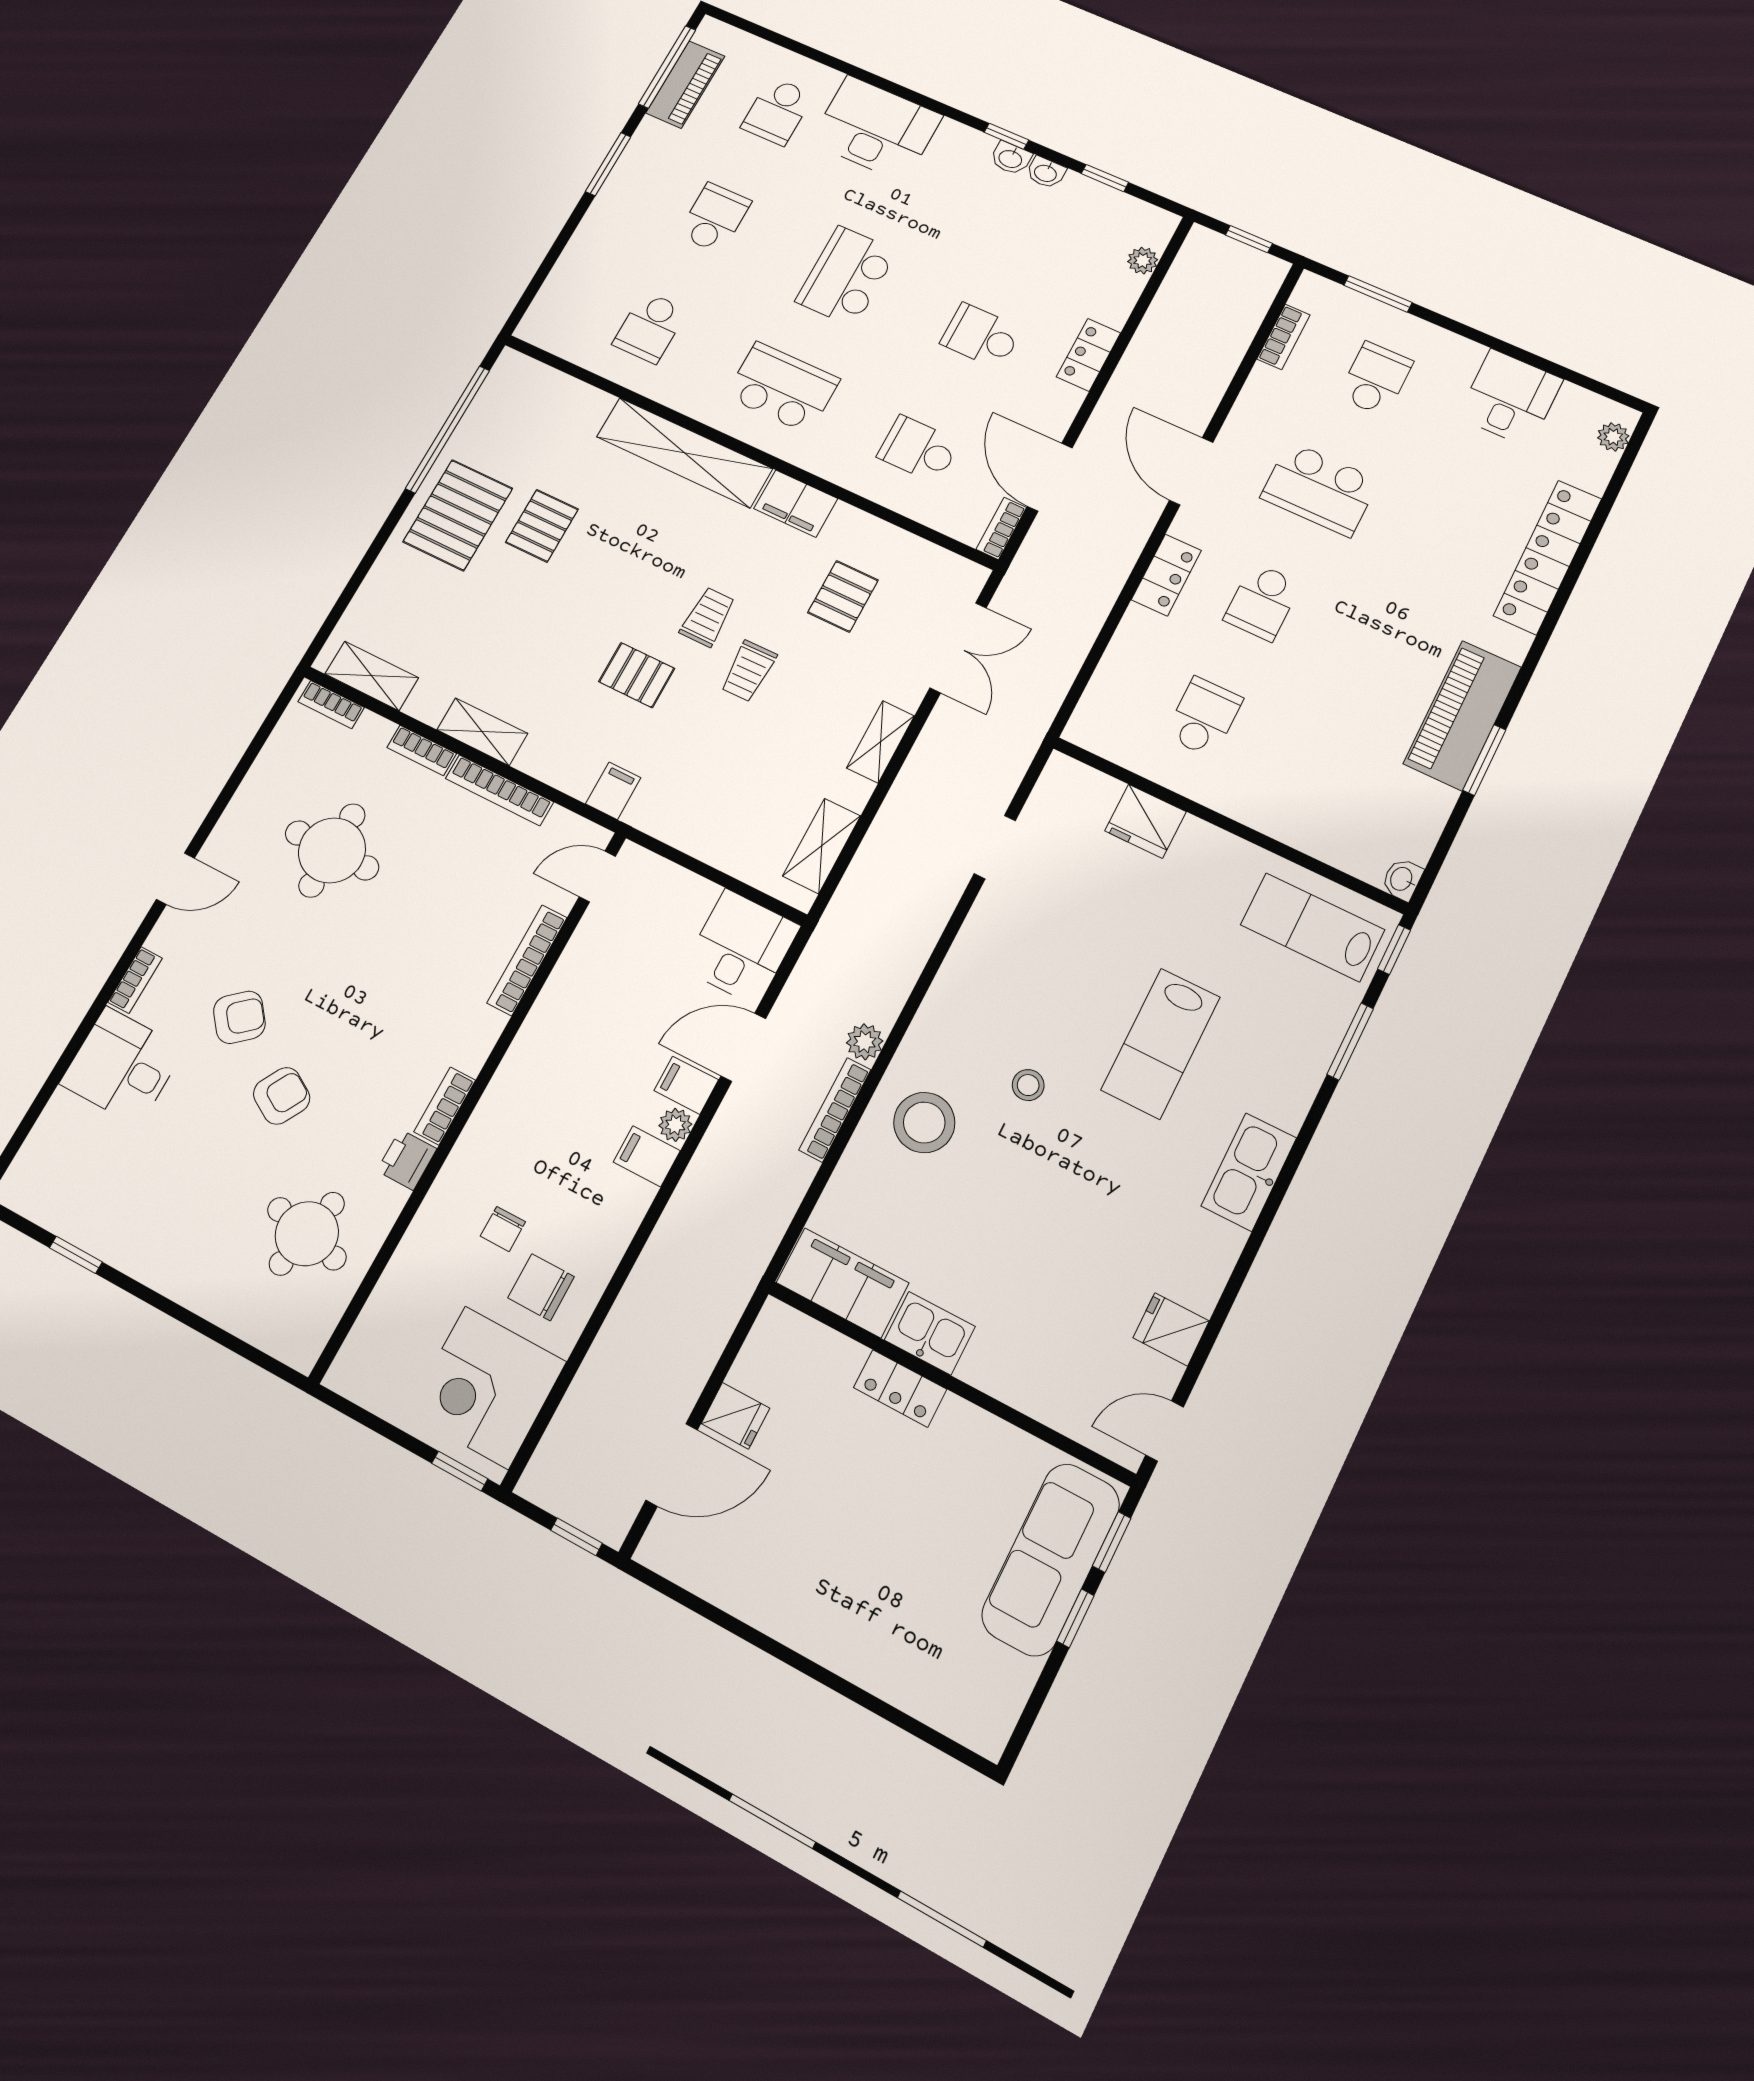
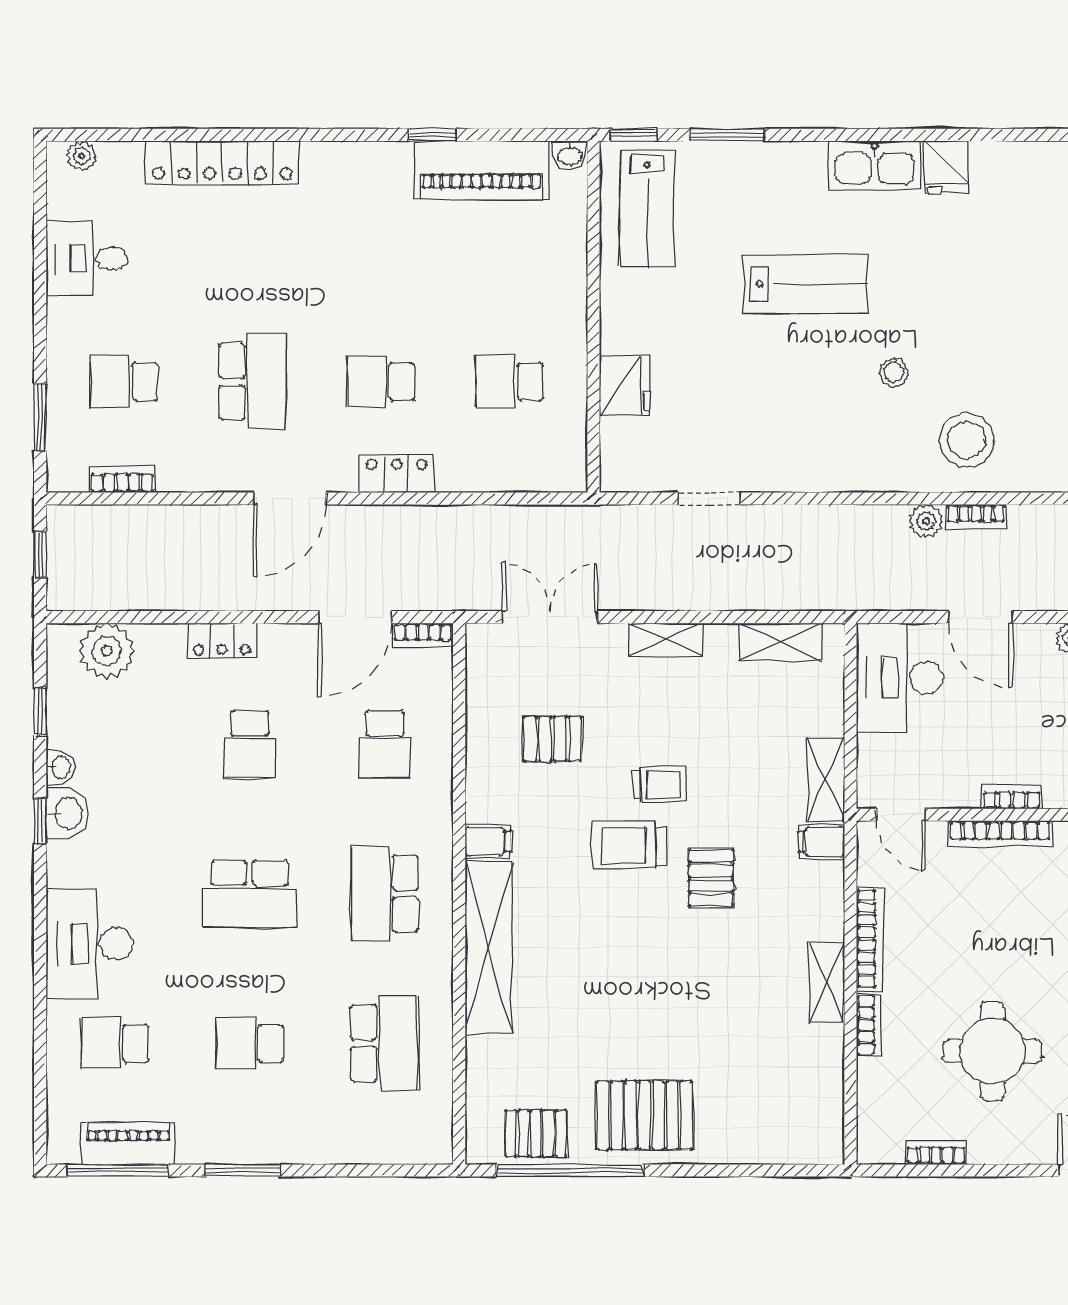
school desk: (777, 111) -> (115, 1043), turned 180
washbasin: (1011, 158) -> (67, 813), width x1.38, depth x1.45
plant: (1143, 261) -> (107, 651), width x1.88, depth x1.88
school desk: (650, 327) -> (385, 1043), width x1.85
filing cabinet: (796, 504) -> (488, 841), width x0.50
pallet: (542, 526) -> (536, 1134), moved
school desk: (1262, 602) -> (381, 382), turned 180
trolley: (708, 617) -> (629, 845), width x1.36, depth x1.39
shelving: (372, 676) -> (826, 780), moved
bookcase: (331, 705) -> (936, 1152), moved, turned -90
piano: (1462, 715) -> (481, 170), moved
window: (1484, 760) -> (432, 135), width x0.67
desk: (741, 947) -> (899, 678), width x1.37
bookcase: (556, 989) -> (1012, 797), added
filing cabinet: (686, 1085) -> (1035, 647), removed
bookcase: (835, 1110) -> (976, 517), width x0.64
fridge: (1171, 1329) -> (946, 167), moved

